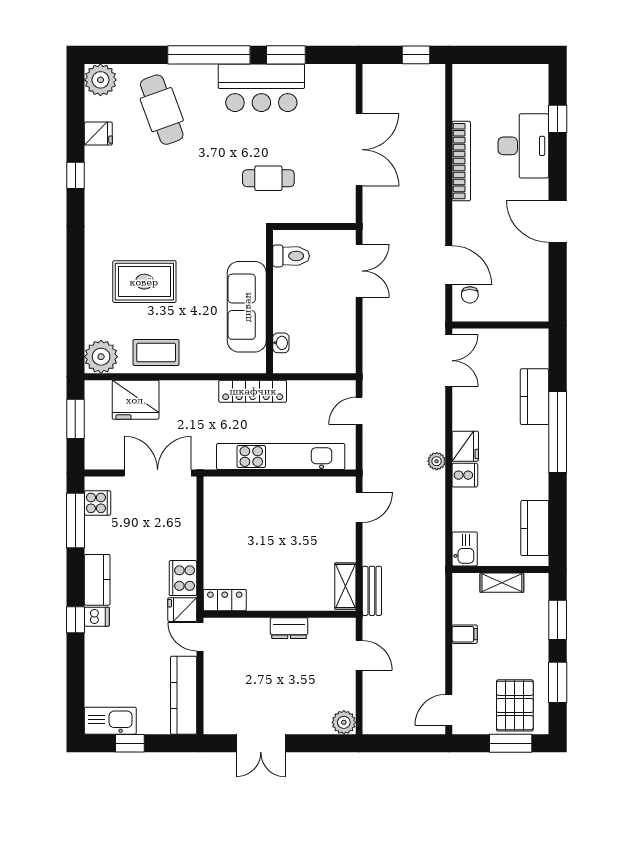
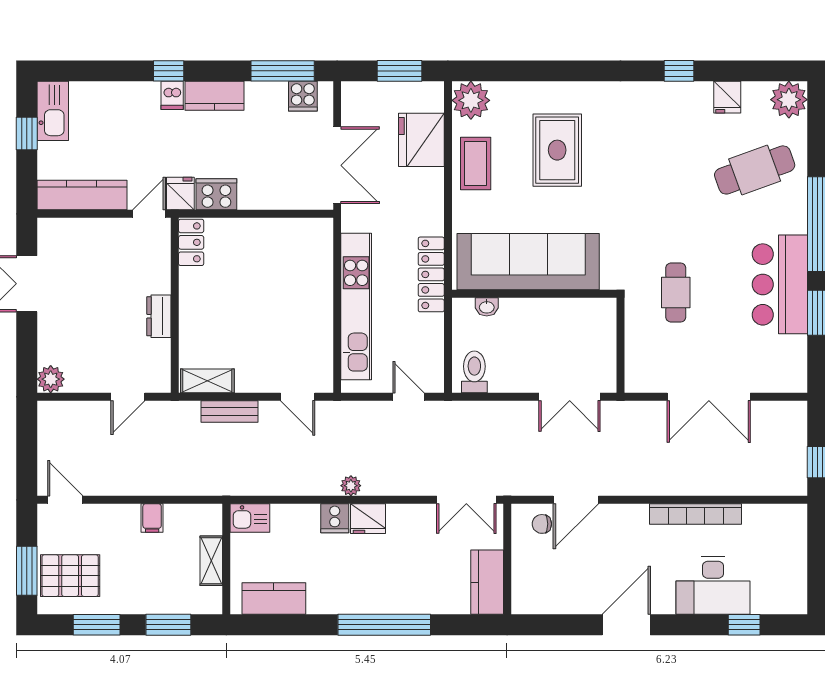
toilet: (291, 256) -> (474, 372), moved, turned 180
sofa: (247, 307) -> (528, 262), width x1.36, depth x1.27
kitchen counter: (535, 397) -> (487, 582), moved, turned -90
bench: (372, 591) -> (229, 411), moved

